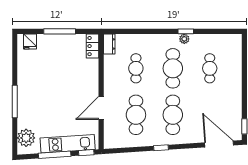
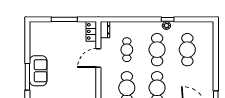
fridge: (30, 42) -> (40, 28), removed
cafe table: (210, 68) -> (187, 50), width x1.37, depth x1.35
sofa: (28, 94) -> (38, 71), added
door: (101, 108) -> (98, 58), moved

